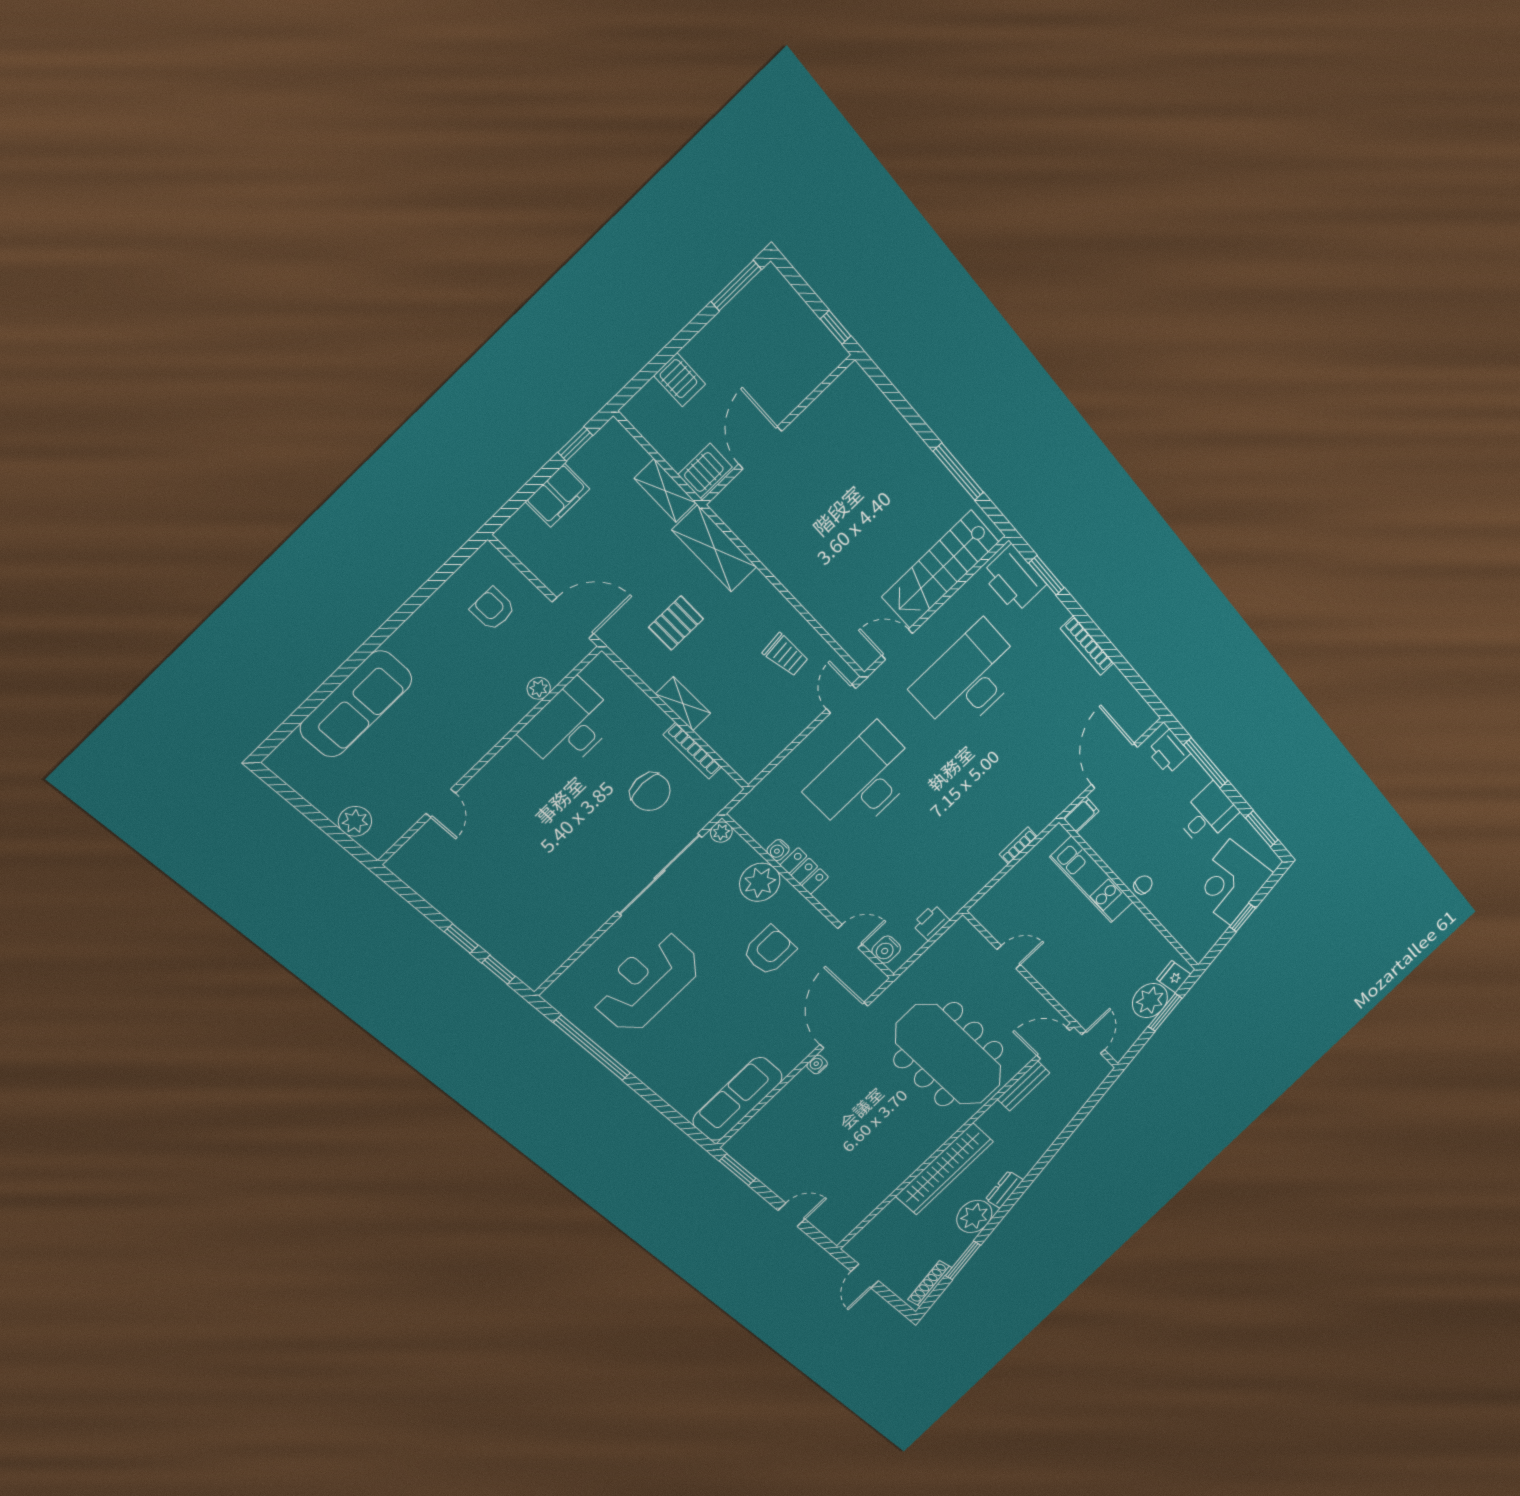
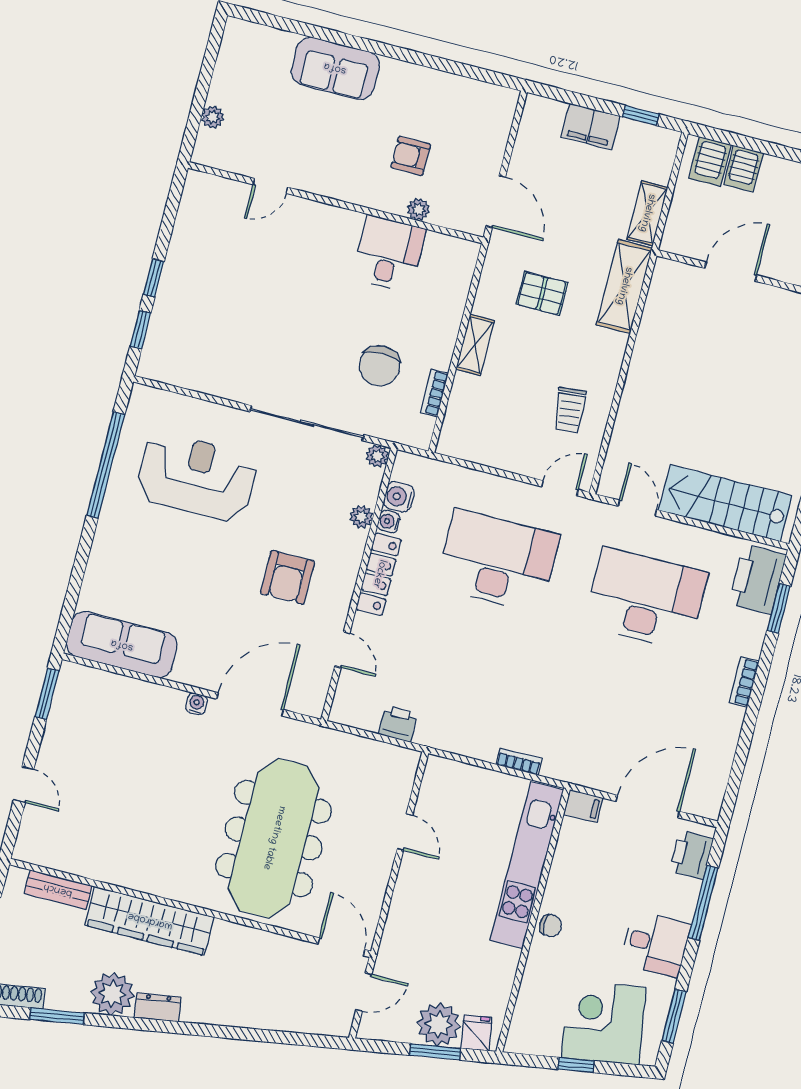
server rack: (705, 471) -> (710, 162), moved, turned 90
armchair: (493, 609) -> (411, 156), moved, turned -90
bookcase: (1087, 646) -> (744, 682), width x0.64
sofa: (356, 704) -> (335, 68), width x0.73
desk: (569, 726) -> (389, 254), width x0.73
bookcase: (692, 751) -> (434, 393), width x0.64
plant: (355, 821) -> (213, 117), width x0.73, depth x0.73
locker: (804, 871) -> (379, 574), width x1.53
kitchen unit: (1092, 880) -> (527, 865), width x1.36
plant: (760, 882) -> (361, 517), width x0.53, depth x0.53
water cooler: (886, 950) -> (399, 497), moved
armchair: (769, 951) -> (287, 577), turned 90
bench: (1024, 1086) -> (58, 890), moved

